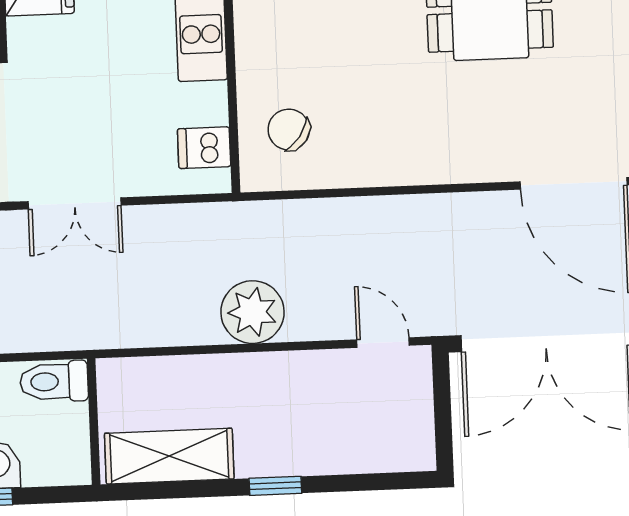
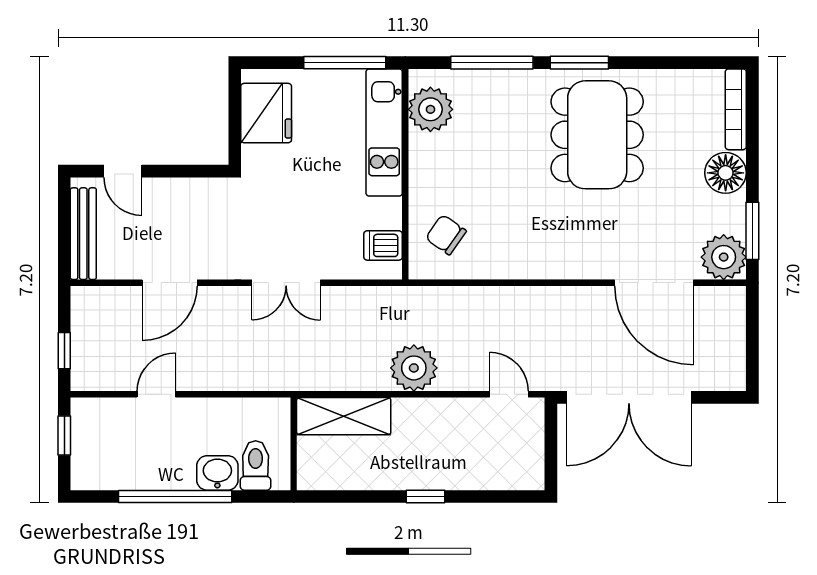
toilet: (54, 381) -> (256, 465), moved, turned 90
shelving: (169, 456) -> (344, 416), moved

